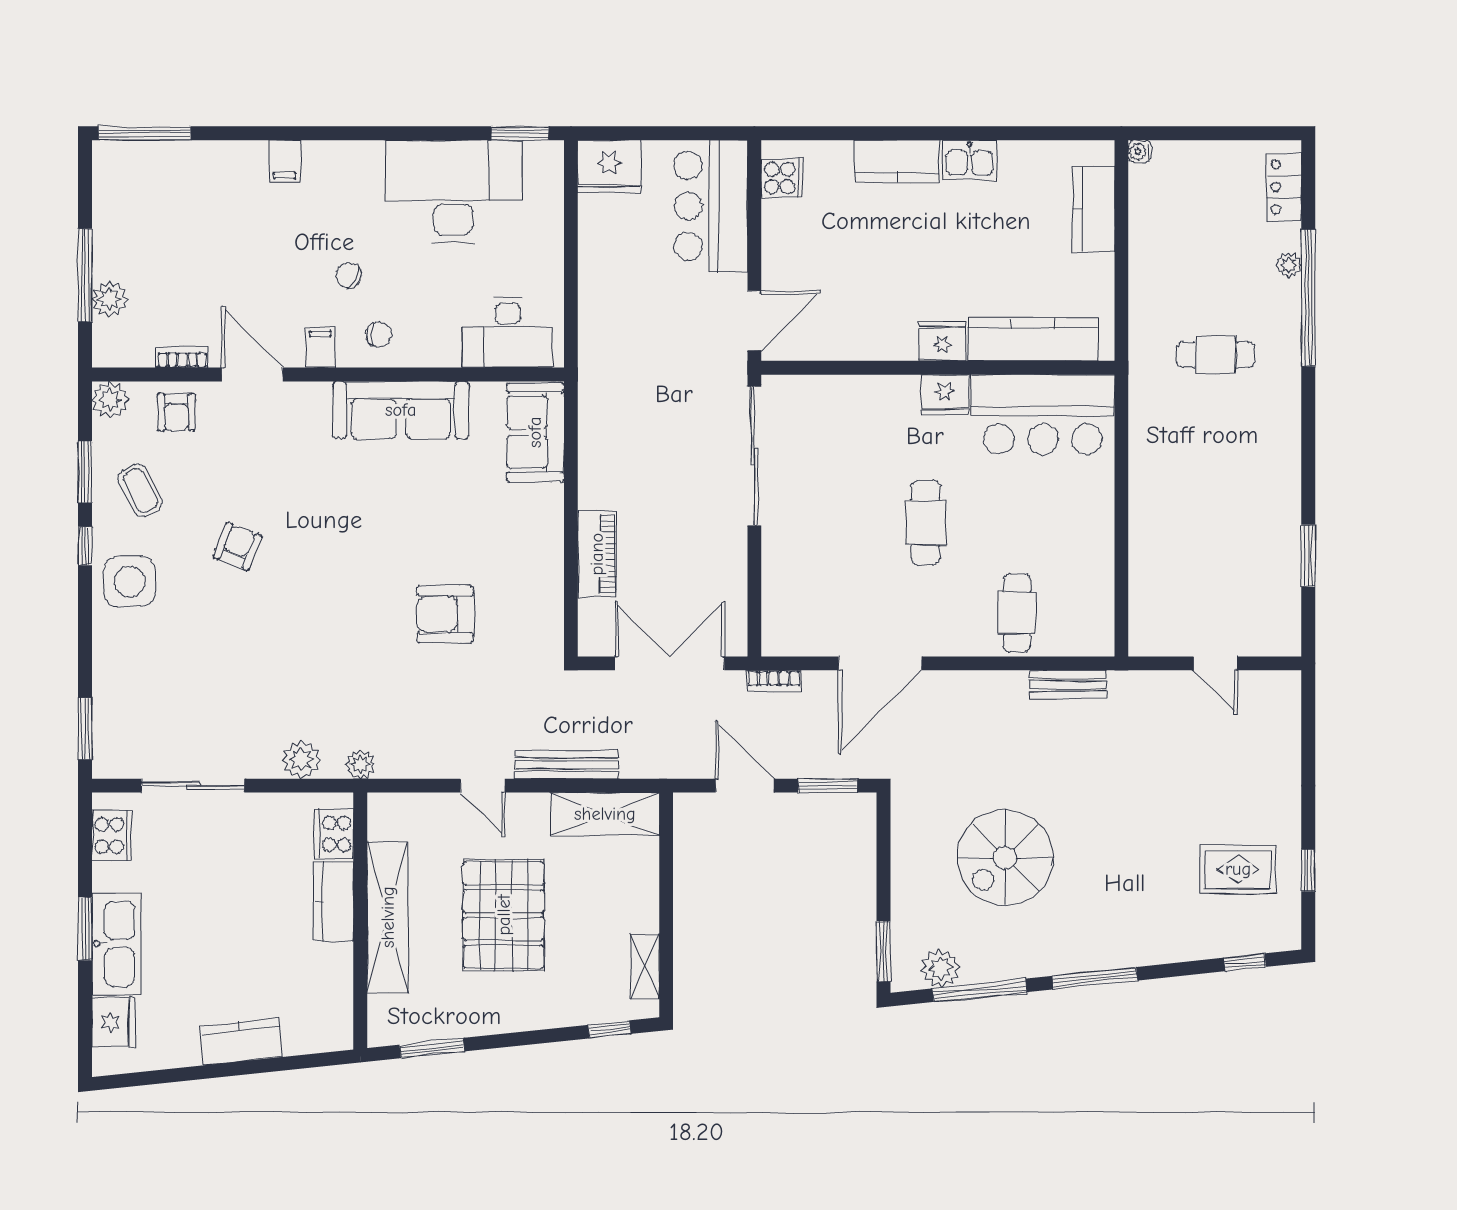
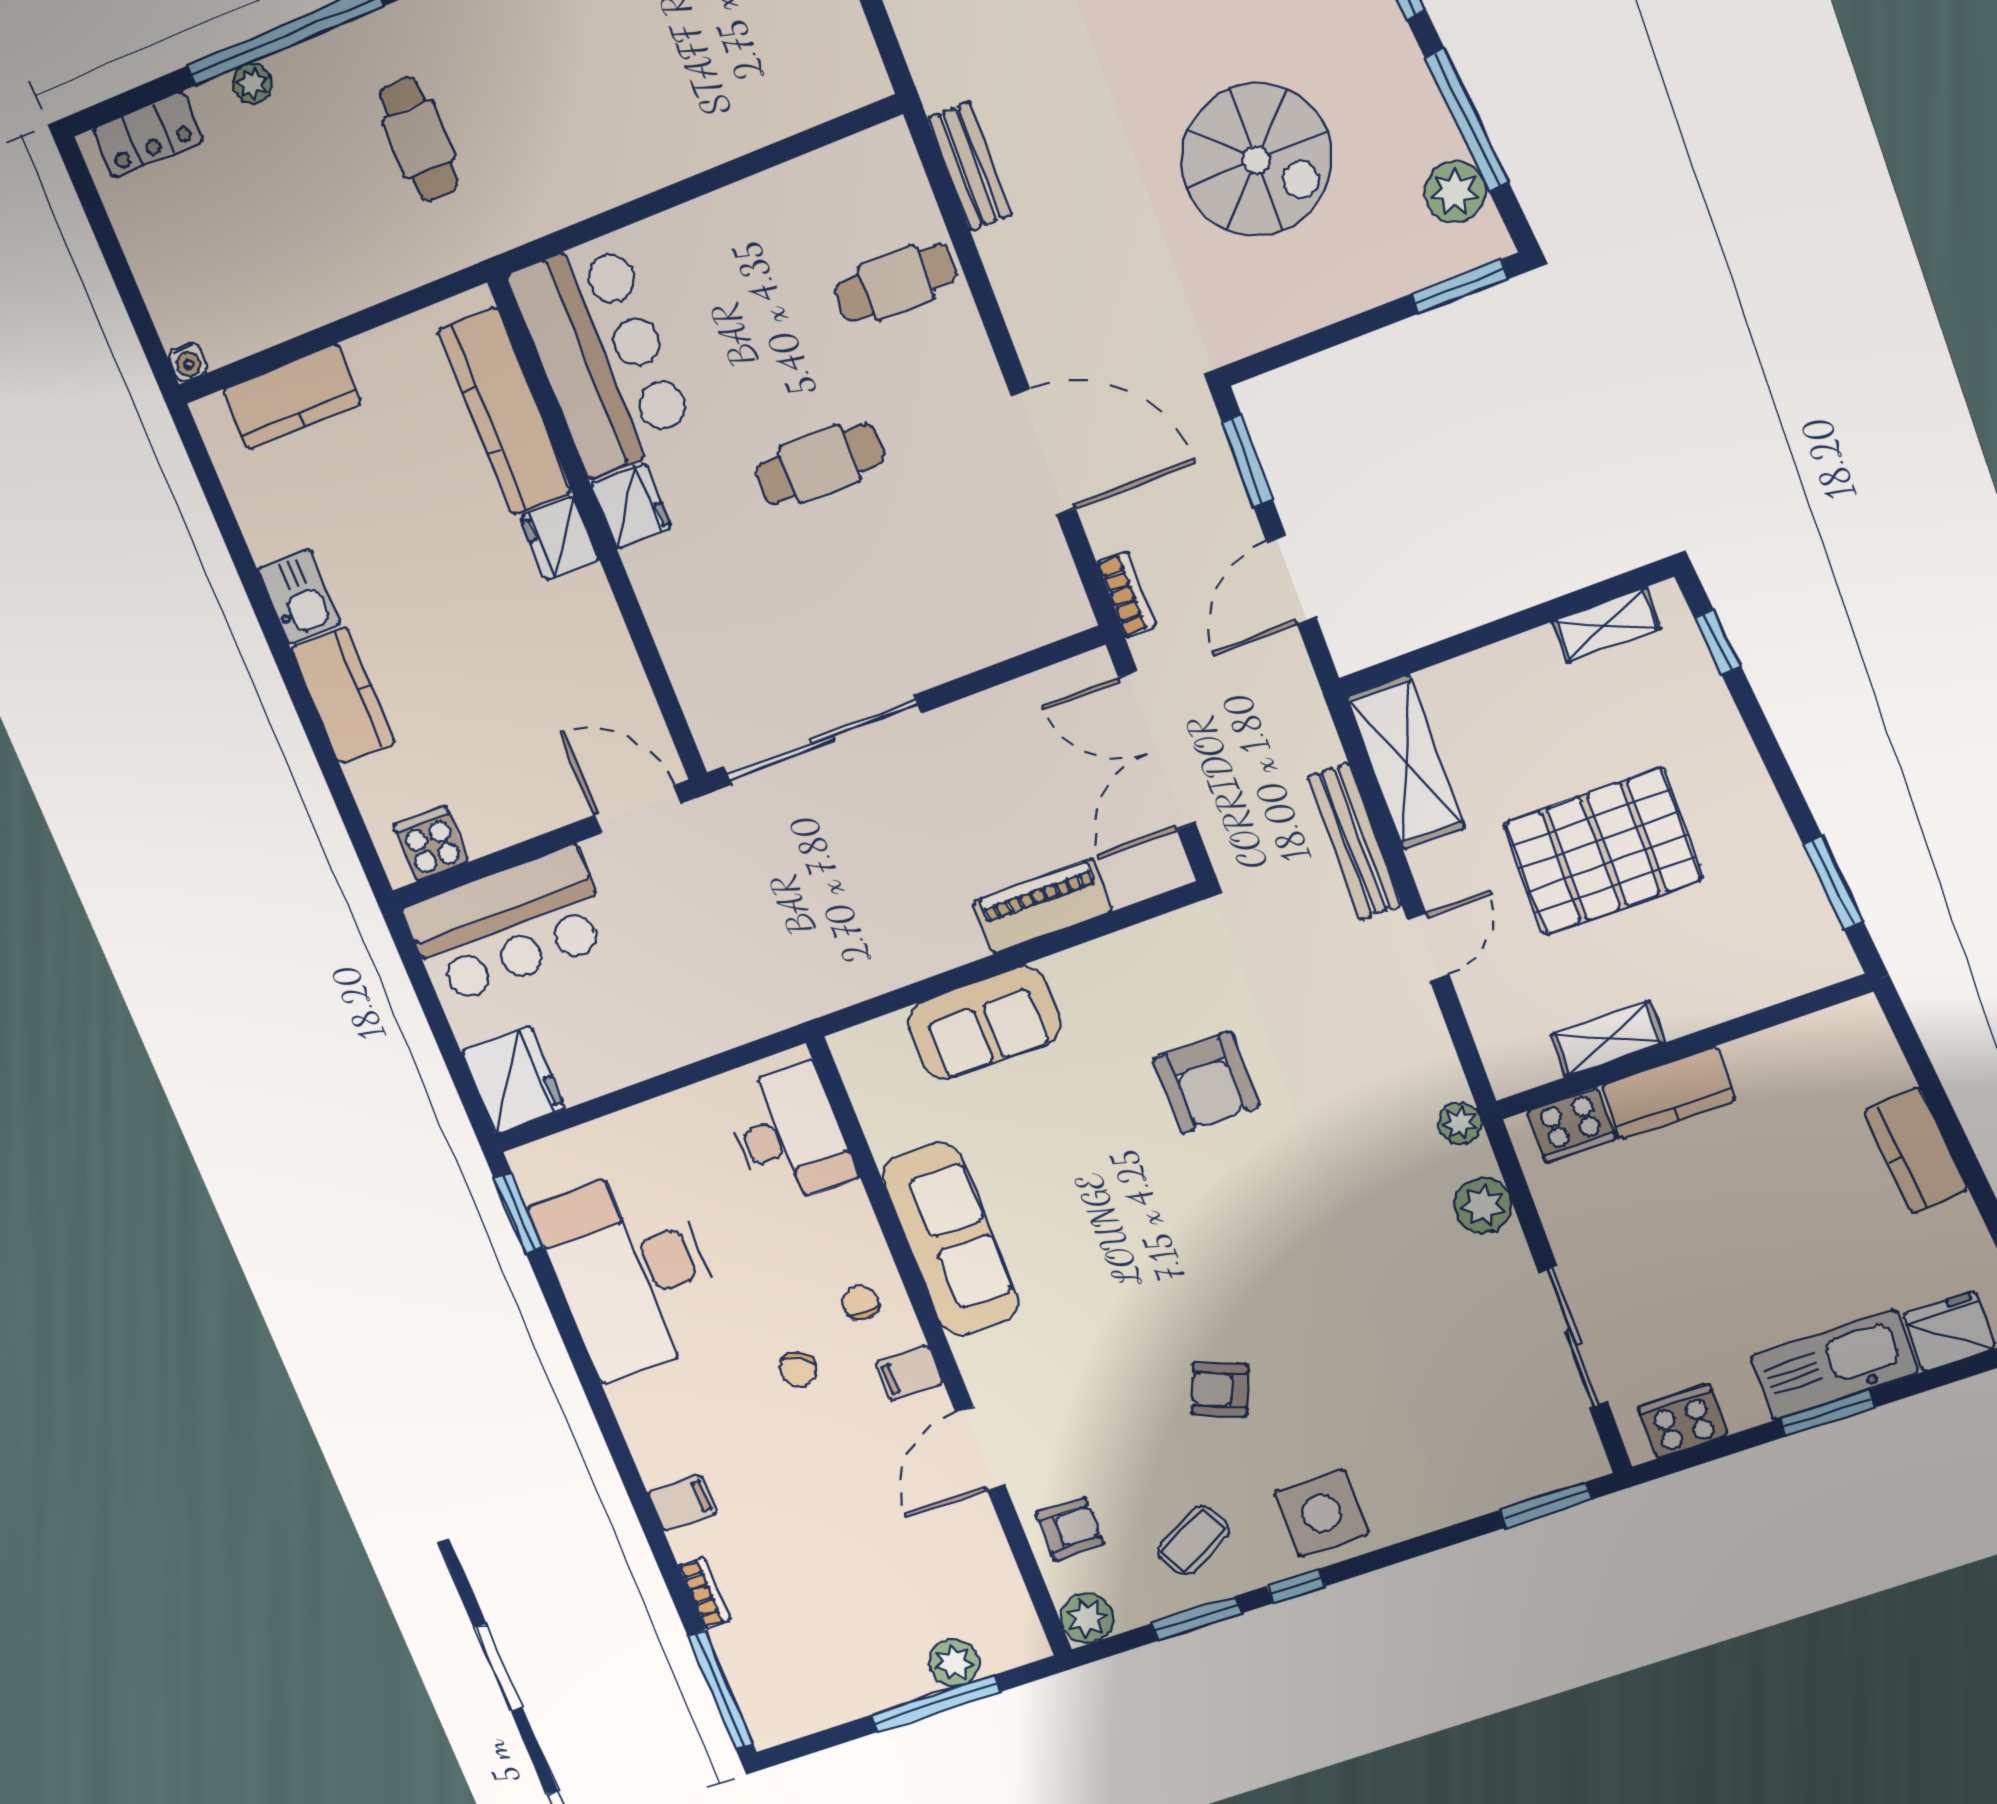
bookcase: (182, 357) -> (705, 1593), moved, turned 180
sofa: (535, 432) -> (984, 1023), moved
shelving: (388, 917) -> (1608, 1039), width x0.45, depth x0.75

